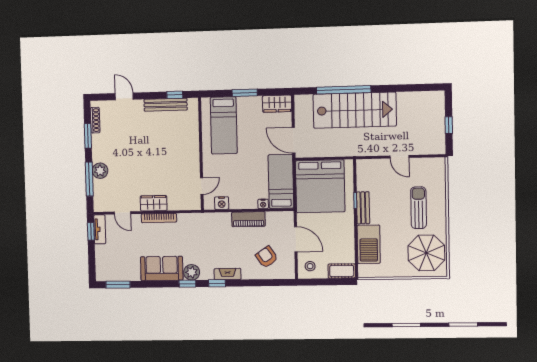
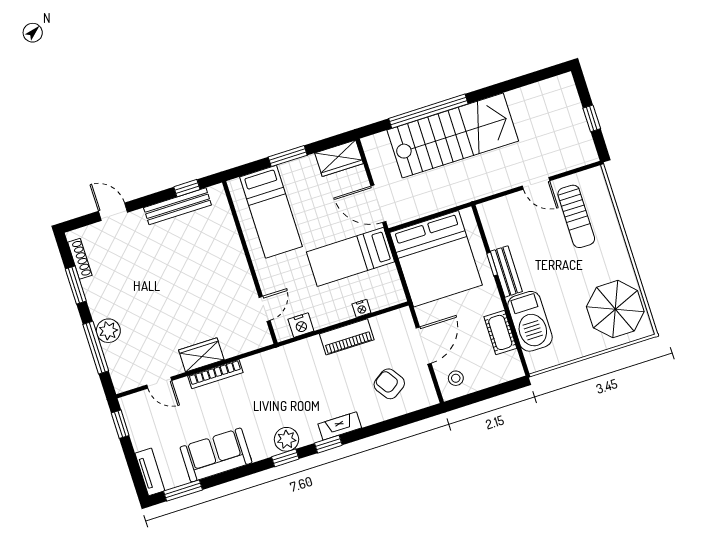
bed: (281, 181) -> (351, 257), moved, turned -90
sun lounger: (419, 208) -> (576, 216), moved, turned 180
tv unit: (100, 229) -> (150, 472), moved
door: (296, 239) -> (424, 346), hinge flipped
sofa: (162, 268) -> (216, 455), moved
cot: (342, 271) -> (500, 332), moved, turned 90

